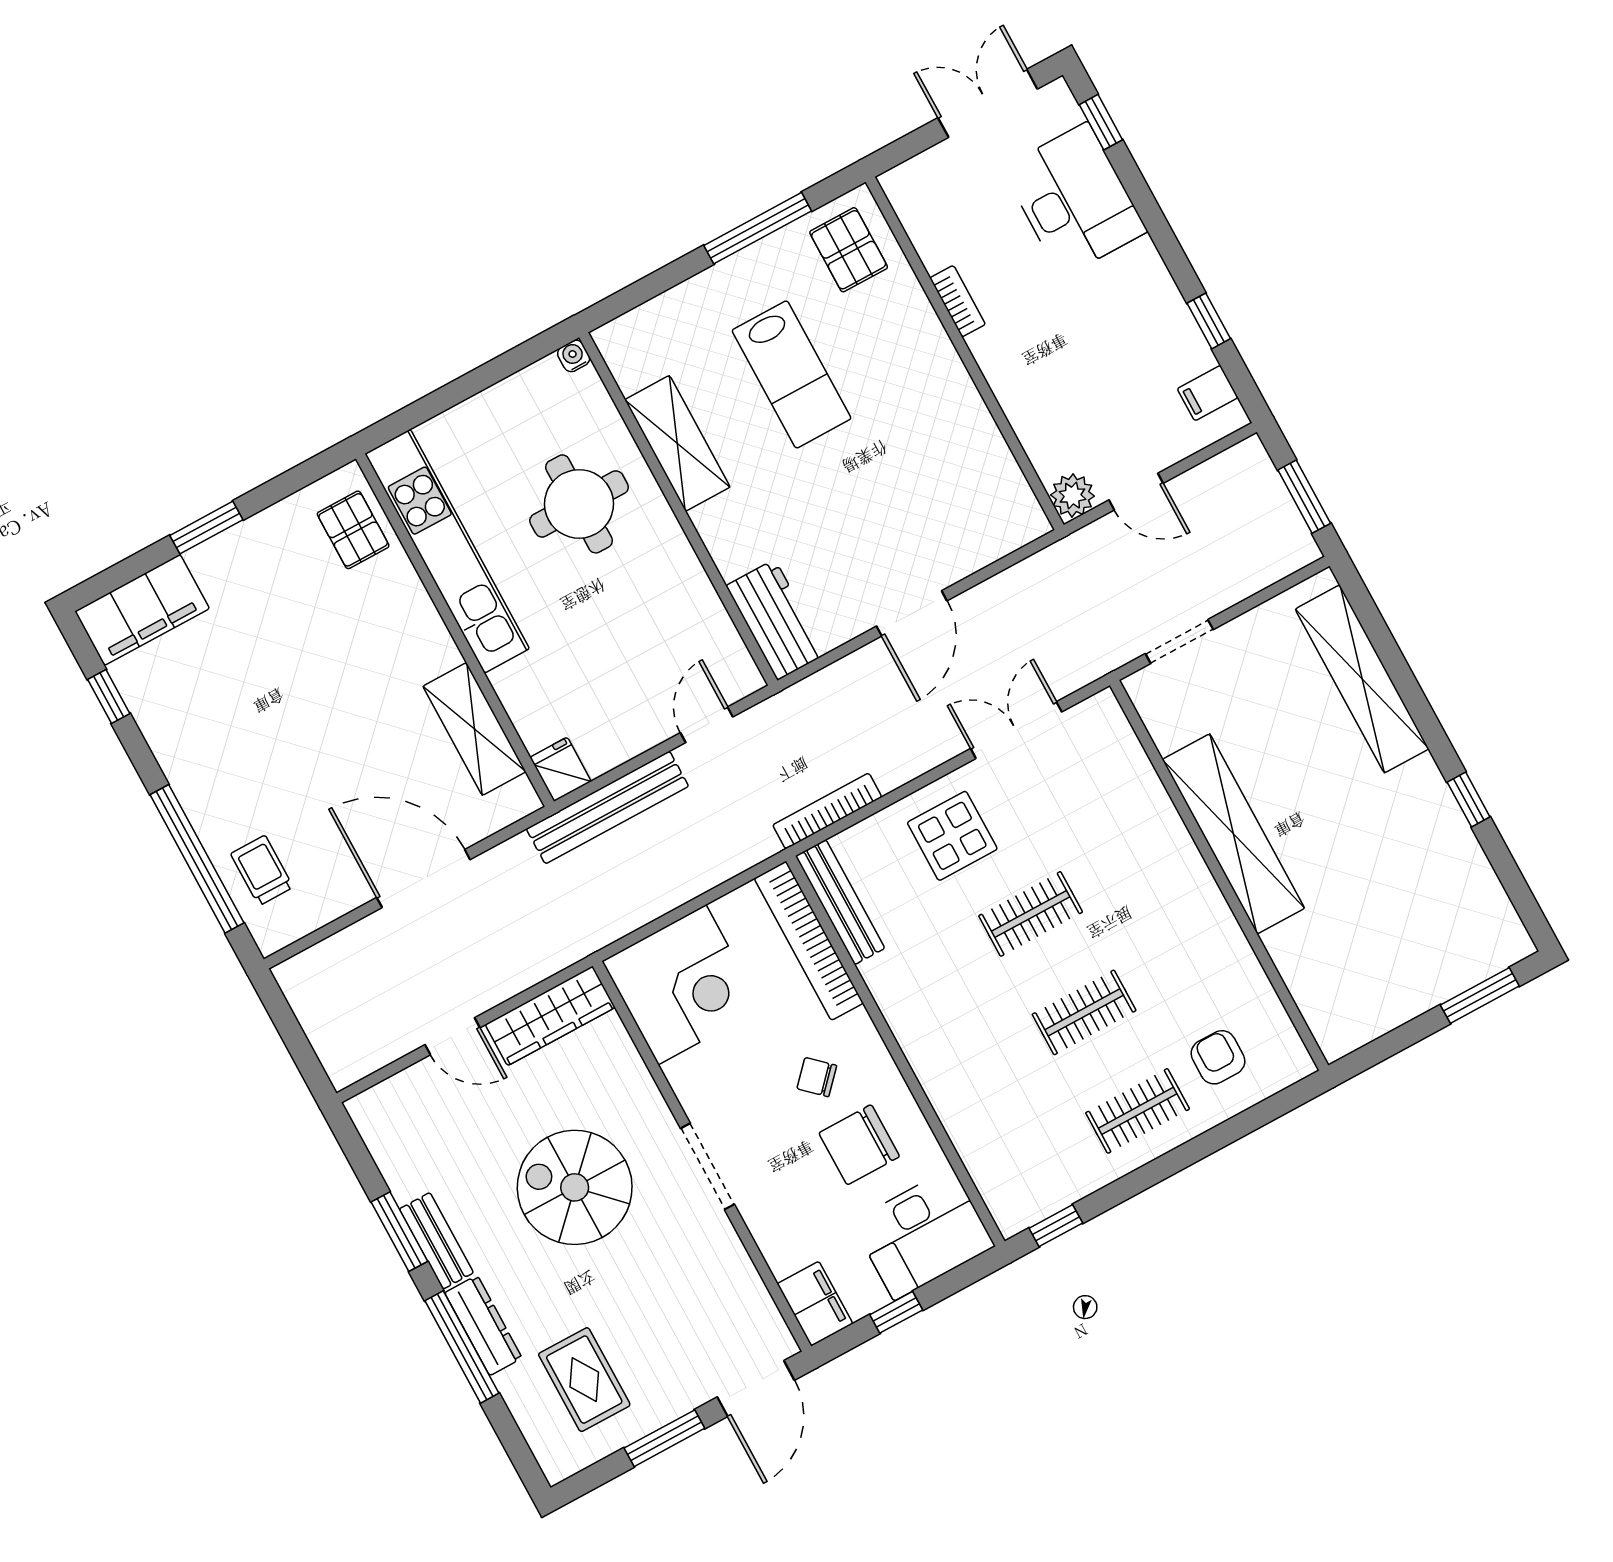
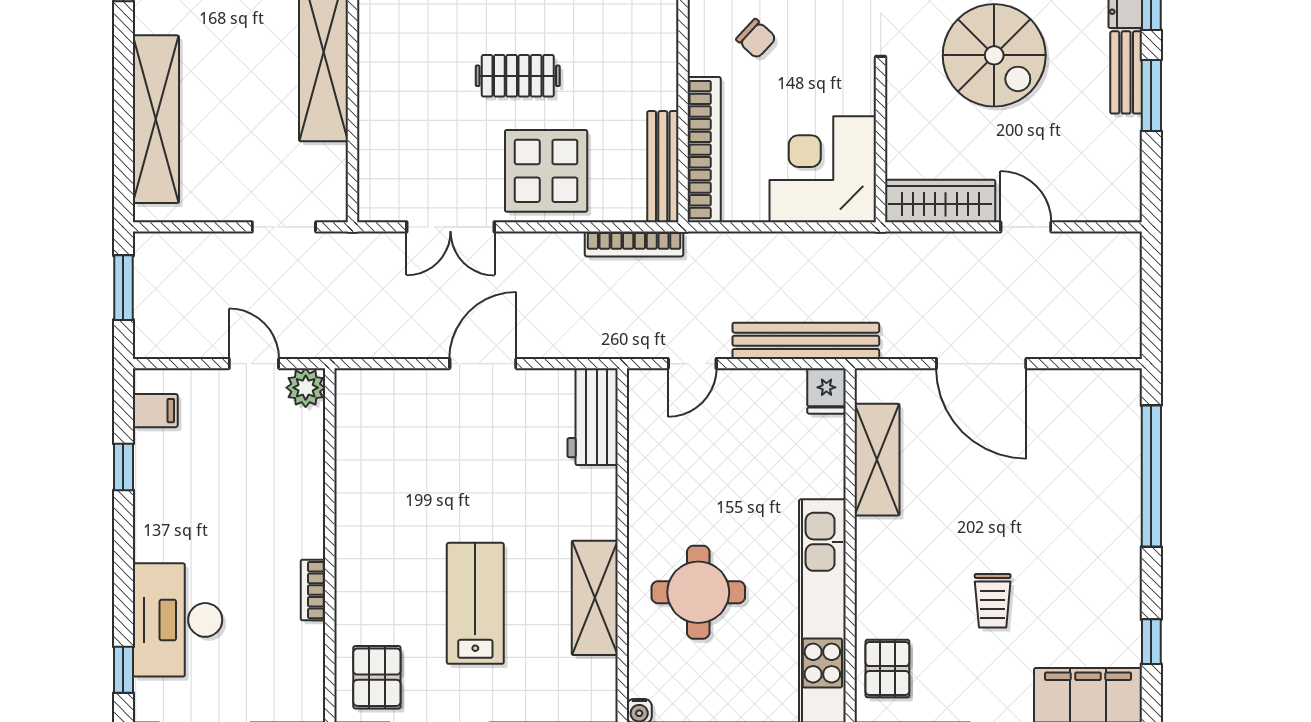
display table: (952, 836) -> (546, 171), width x1.36, depth x1.36
trolley: (262, 870) -> (993, 601), moved

